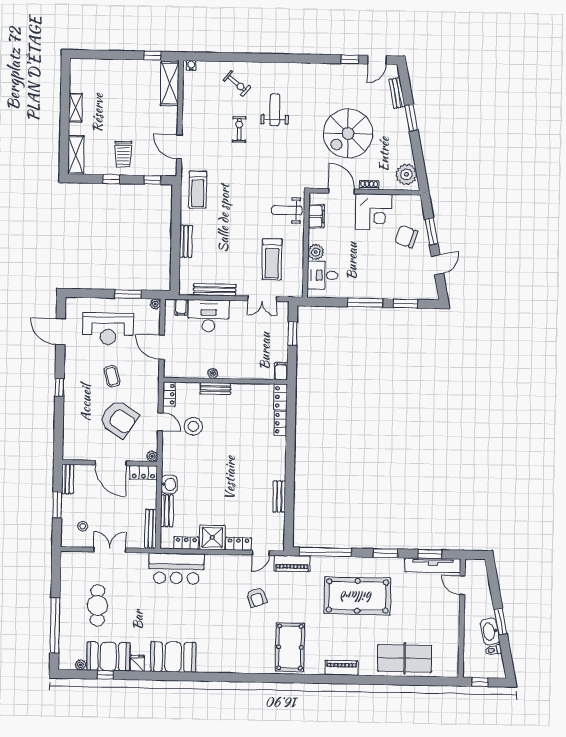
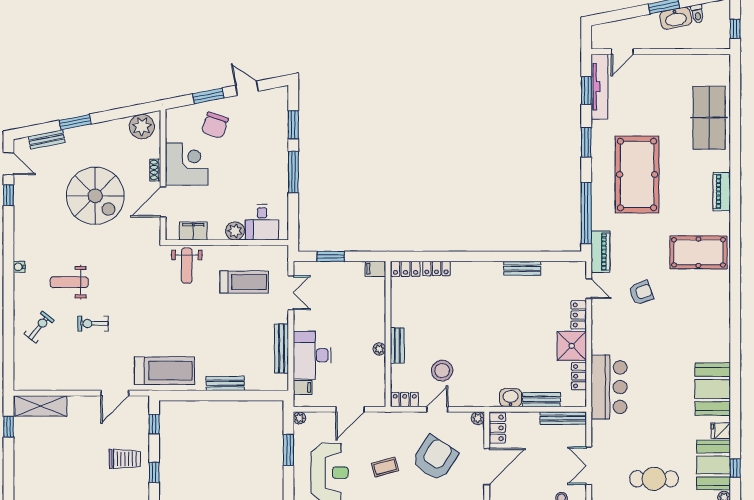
water cooler: (191, 65) -> (19, 267), moved
treadmill: (198, 190) -> (164, 371), width x1.37, depth x1.38

